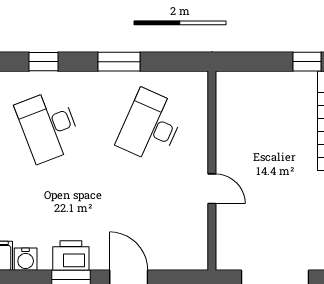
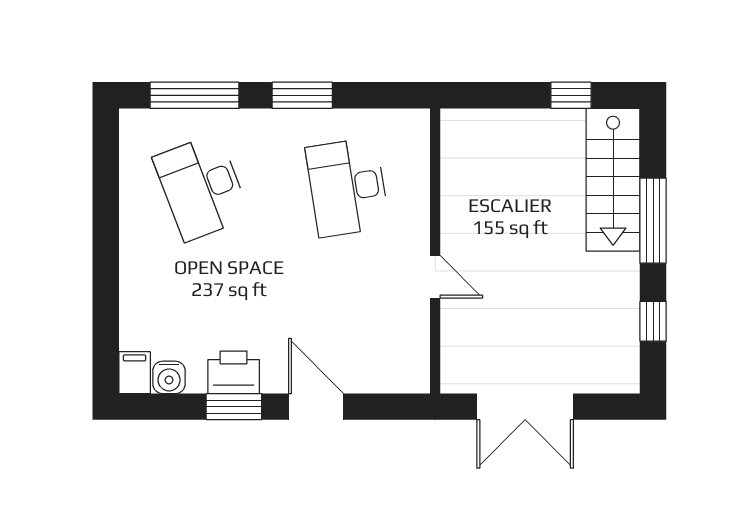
window: (43, 62) -> (194, 95), width x2.17
desk: (151, 126) -> (347, 187), turned -33

